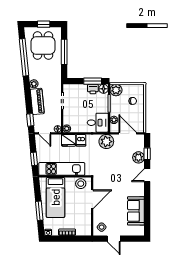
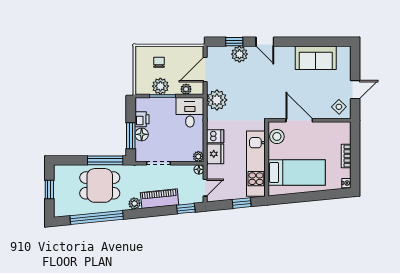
dining table: (43, 46) -> (100, 185), moved
window: (64, 52) -> (105, 160), moved
window: (93, 81) -> (131, 136), moved
floor lamp: (104, 89) -> (142, 134), moved
plant: (116, 90) -> (160, 86), moved
window: (39, 211) -> (316, 196), removed

